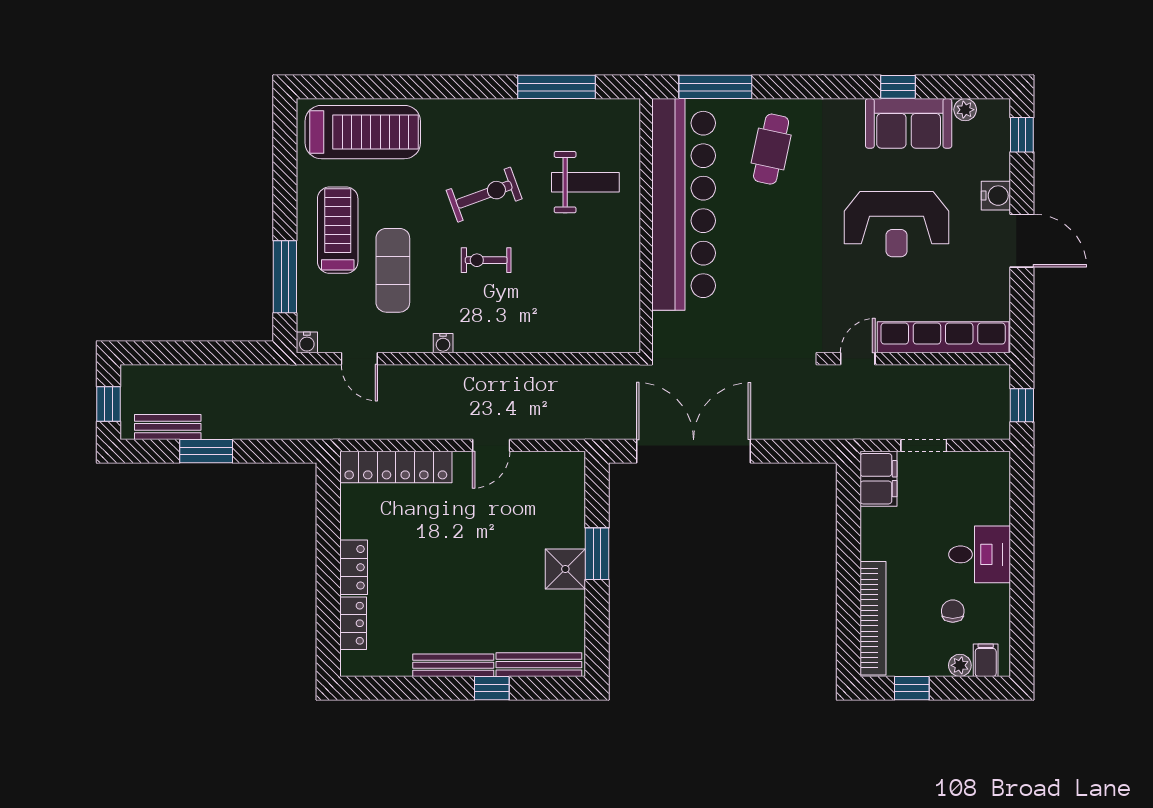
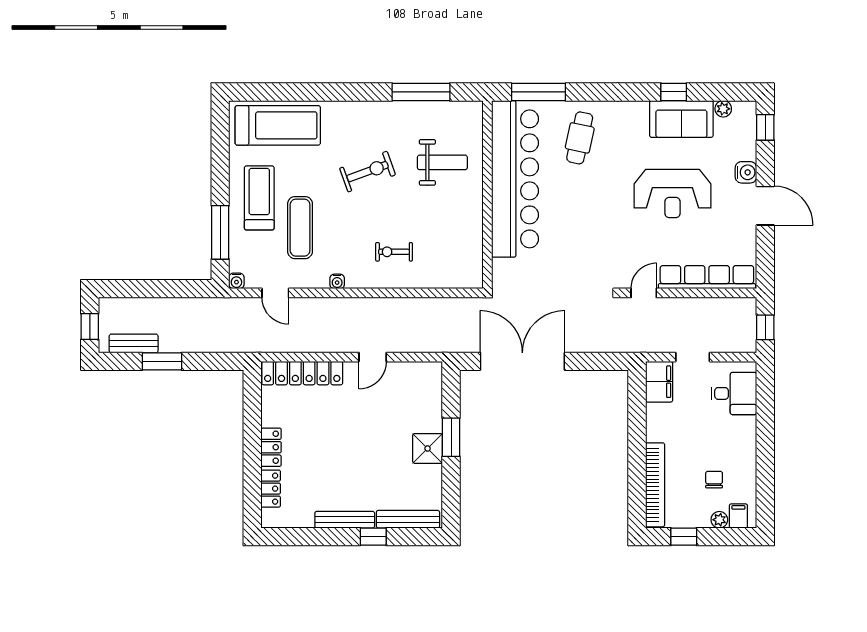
exercise bike: (486, 260) -> (394, 252), moved
desk: (980, 554) -> (734, 393), moved

